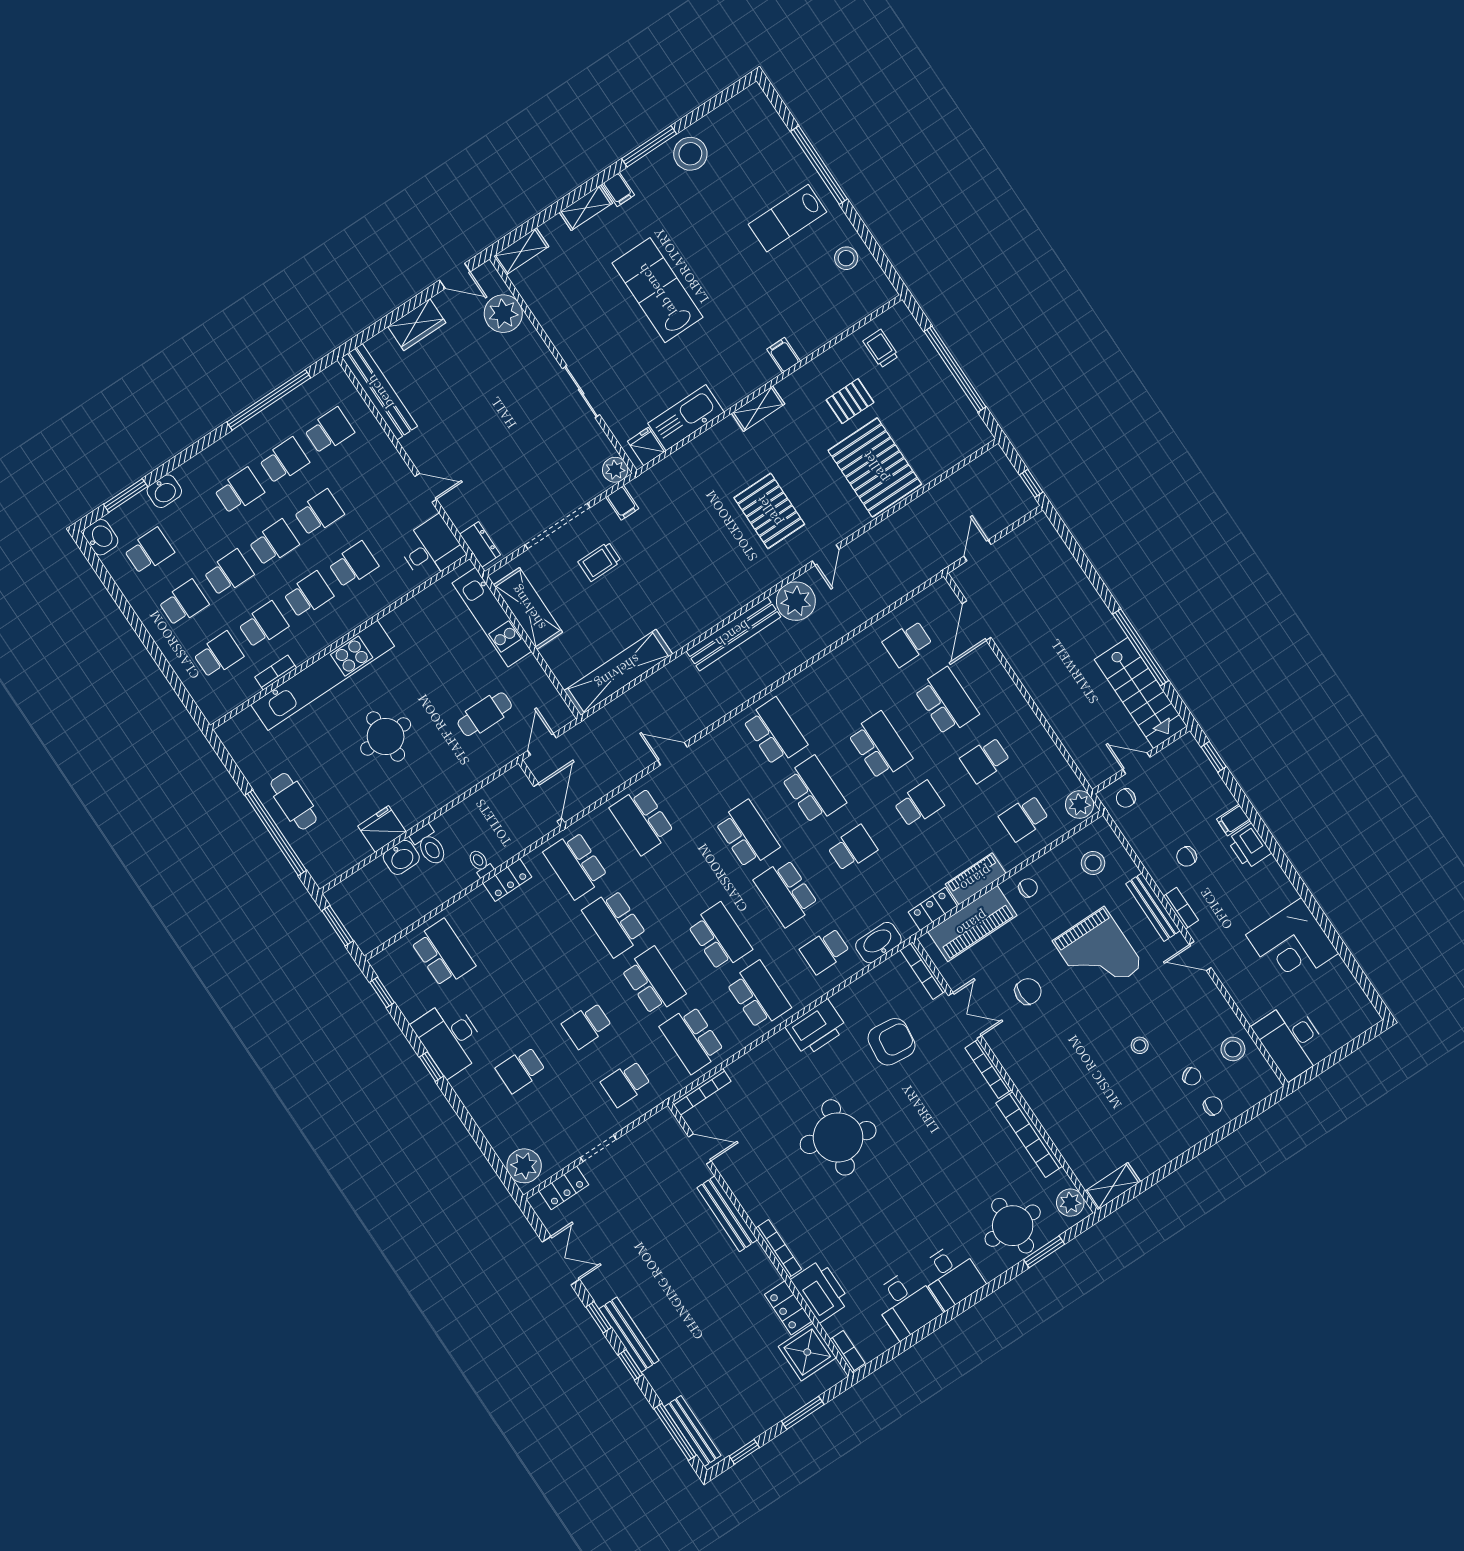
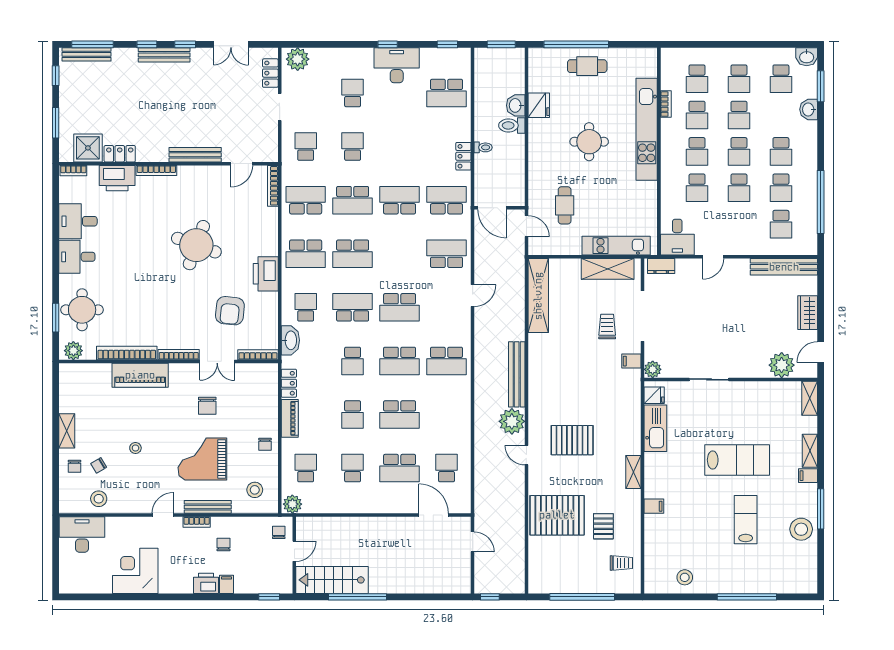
lab bench: (787, 218) -> (746, 520), moved
piano: (972, 924) -> (140, 375), moved, turned -90
shelving: (1113, 1186) -> (67, 431), moved

